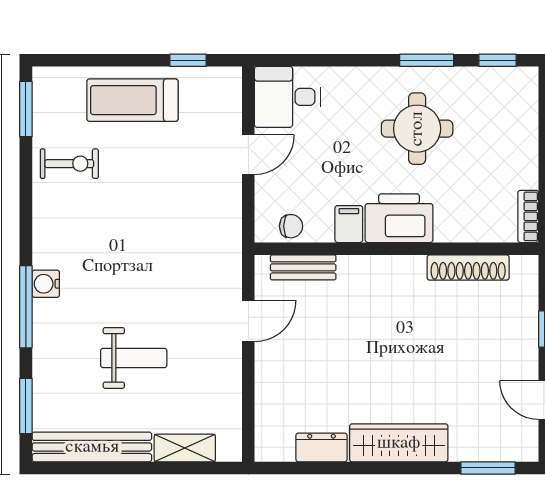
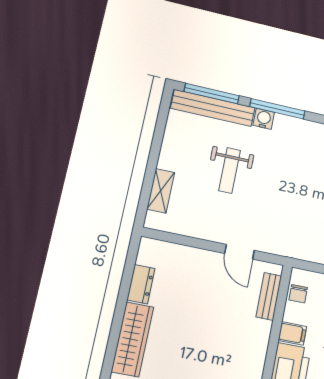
water cooler: (46, 284) -> (264, 119), moved
window: (26, 406) -> (212, 94), width x1.44
bench: (92, 447) -> (213, 108), moved, turned 90

